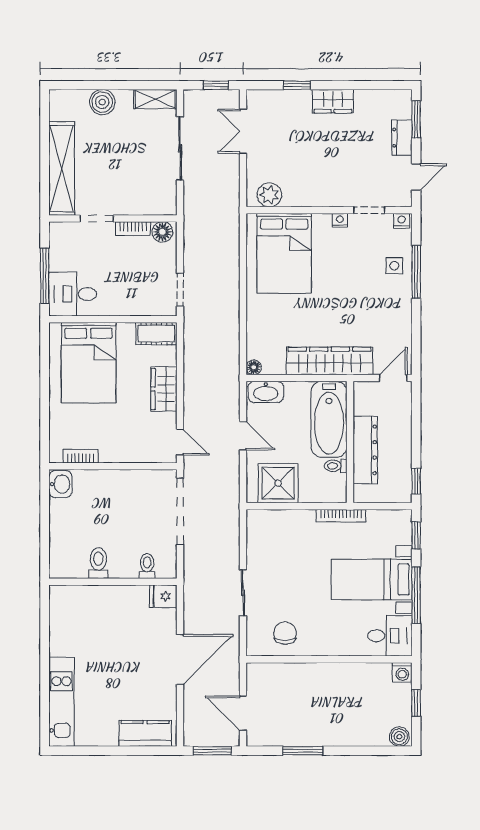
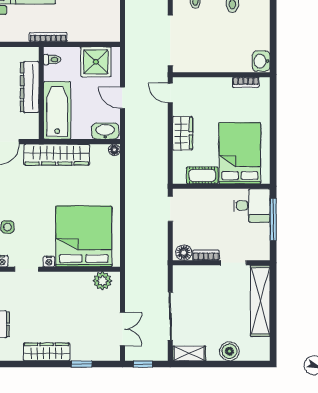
wardrobe: (333, 101) -> (47, 352), width x1.50
bed: (284, 253) -> (84, 236), width x1.36
cot: (156, 334) -> (202, 175), moved
toilet: (336, 466) -> (52, 60), moved

